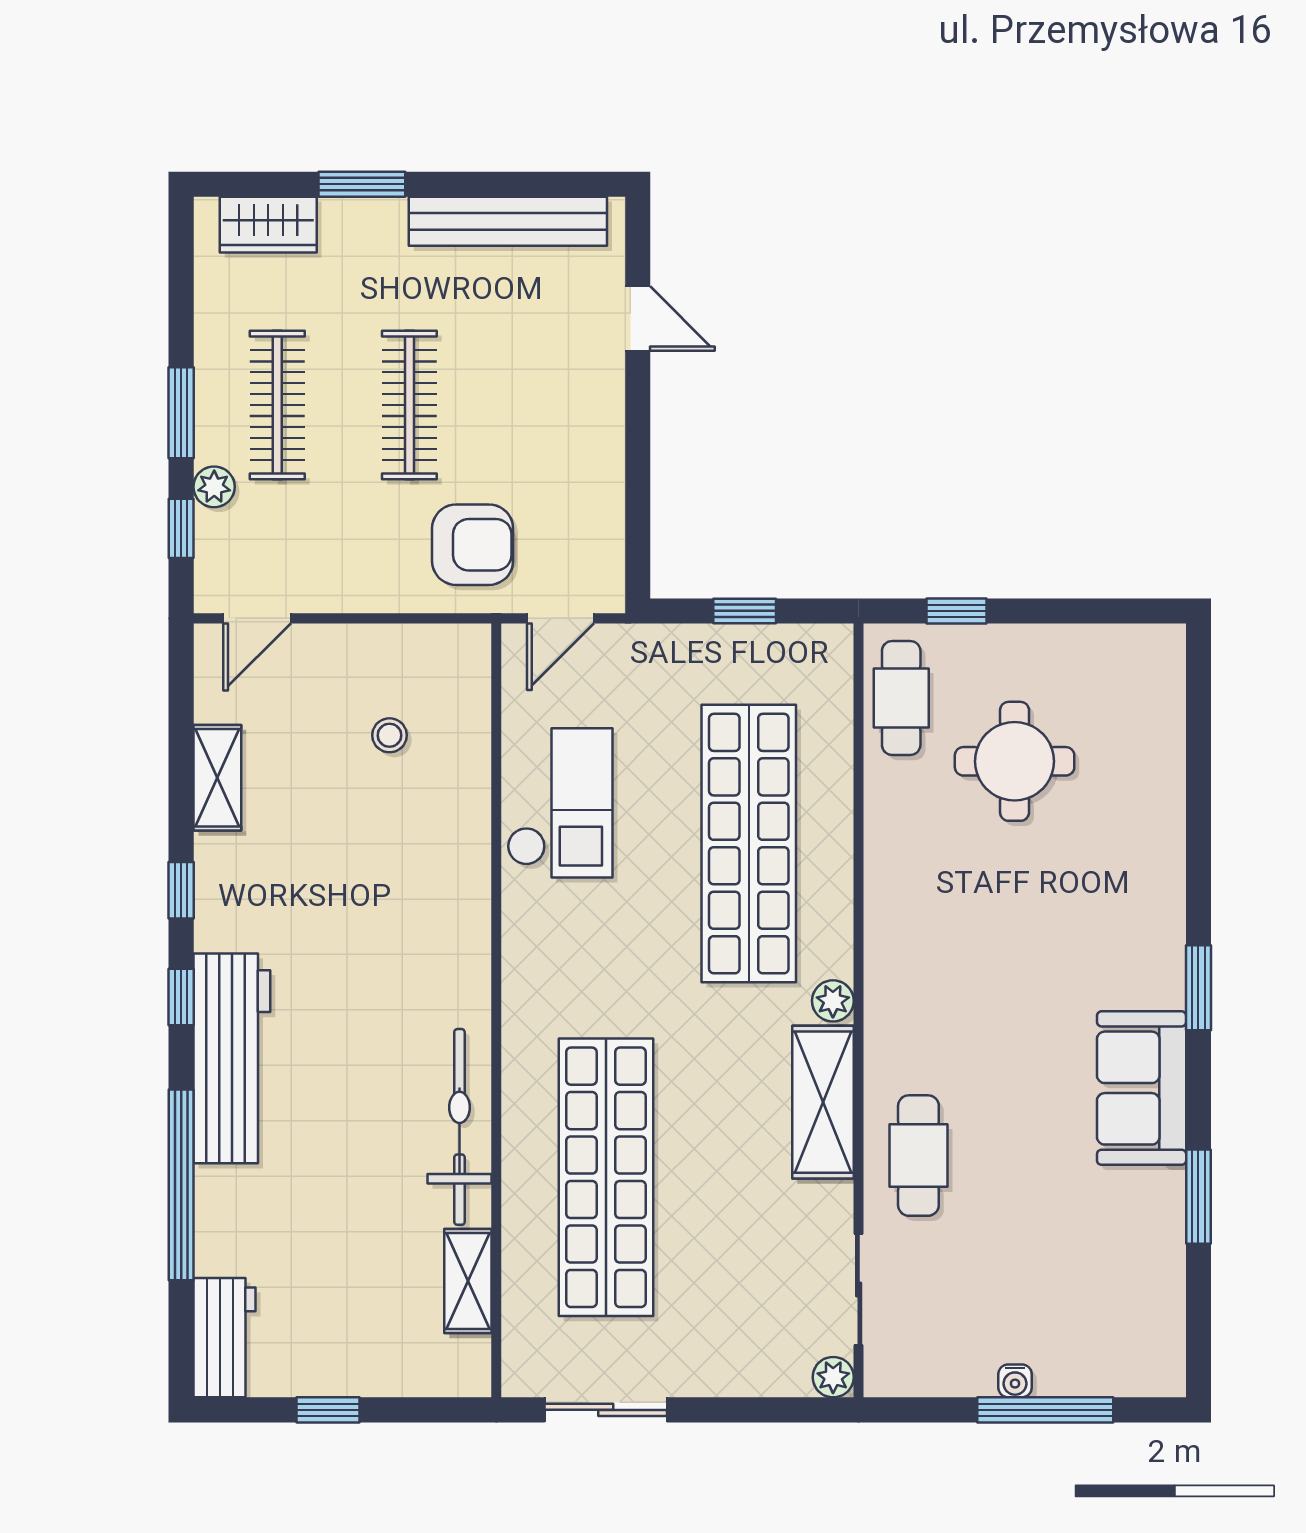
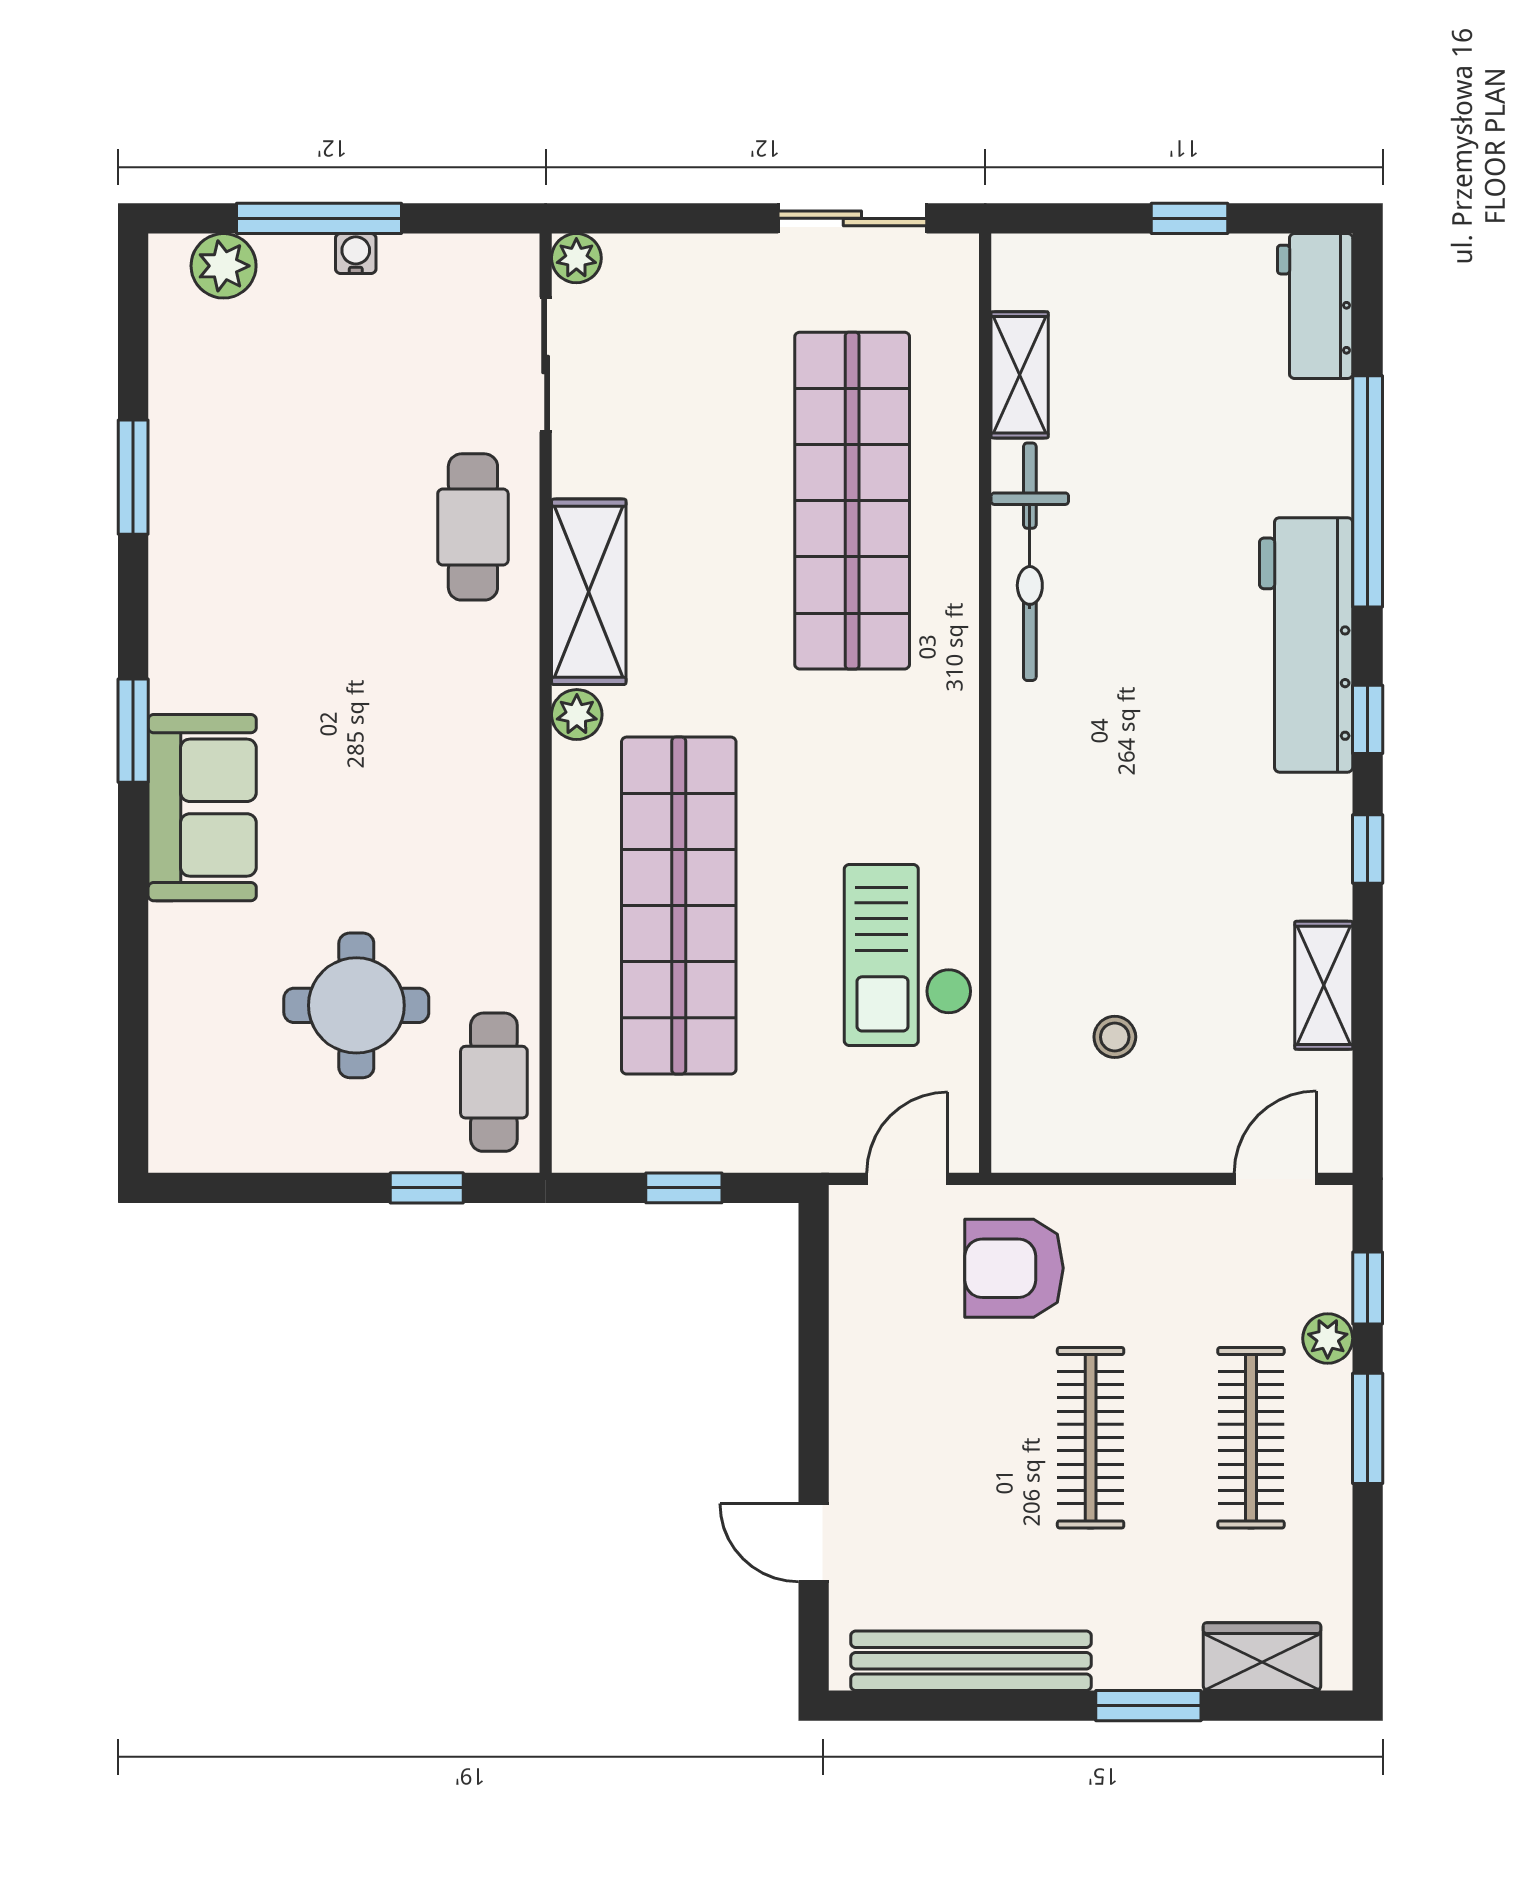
sofa: (1142, 1088) -> (202, 808), moved
plant: (1124, 1371) -> (224, 266), added

